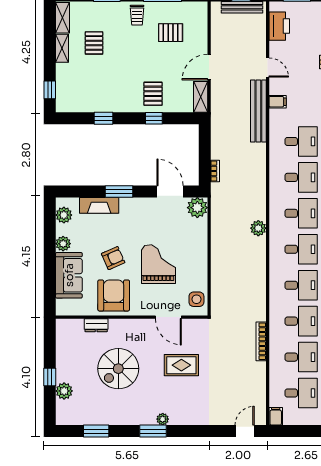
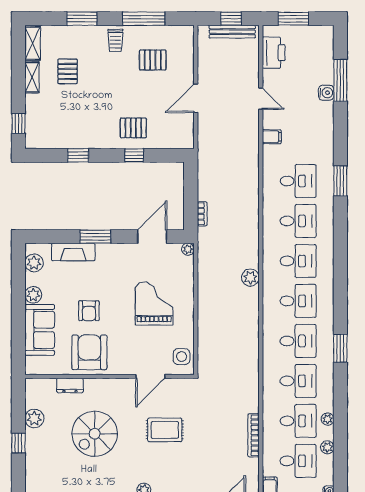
pallet: (153, 94) -> (133, 128), turned 90
shelving: (201, 97) -> (186, 131), removed
bench: (258, 111) -> (250, 147), removed
door: (170, 191) -> (152, 237), hinge flipped
plant: (197, 208) -> (188, 249), width x0.53, depth x0.53
armchair: (113, 258) -> (89, 311), turned 114
grand piano: (158, 264) -> (154, 304), moved
door: (168, 317) -> (150, 376), hinge flipped
bookcase: (261, 341) -> (253, 435), moved
plant: (64, 391) -> (34, 418), moved

